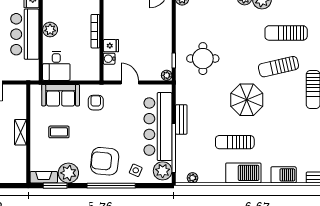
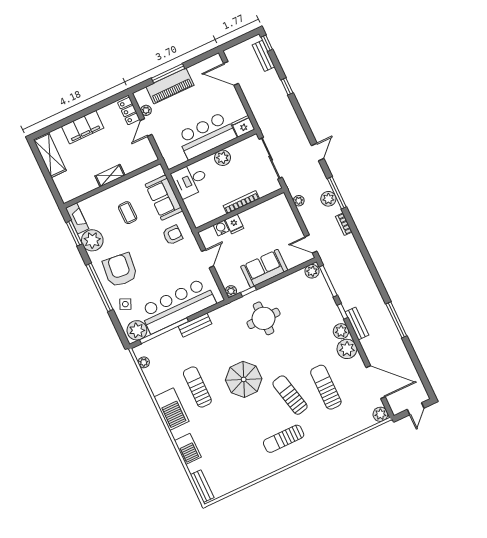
sofa: (161, 38) -> (264, 268), added

